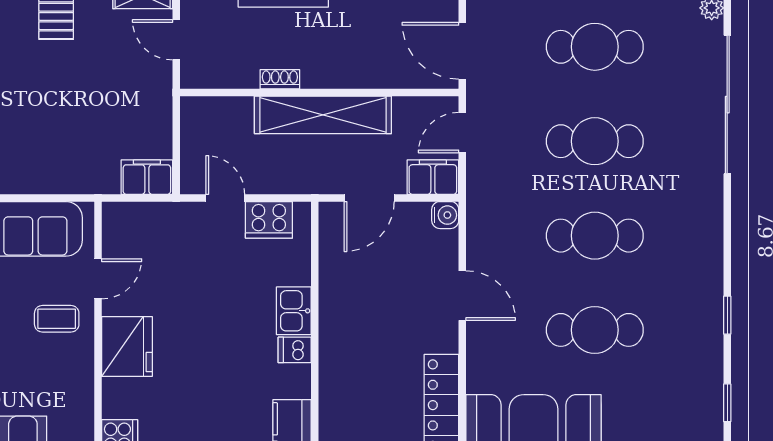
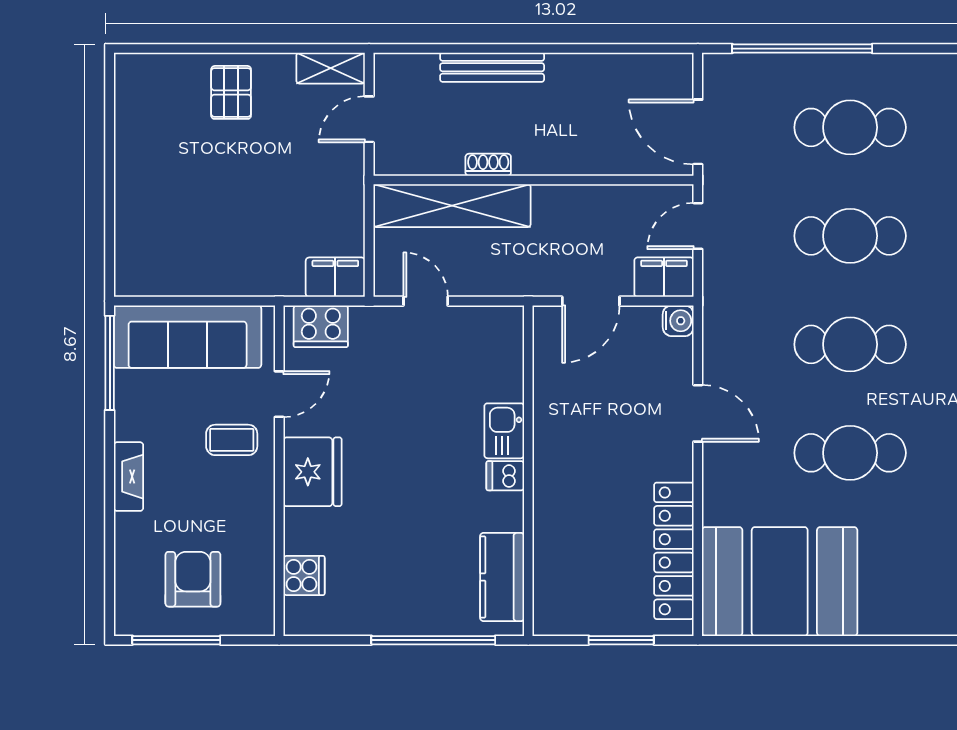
door: (176, 40) -> (369, 119), hinge flipped
shelving: (323, 115) -> (452, 206), moved
cooker: (269, 220) -> (321, 326), moved

